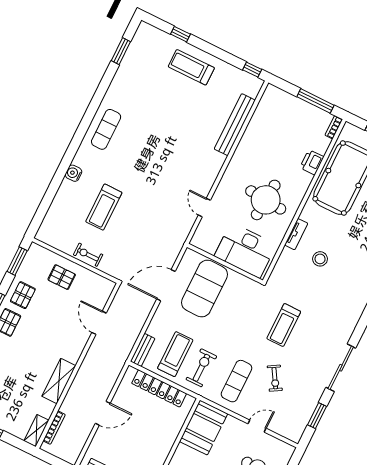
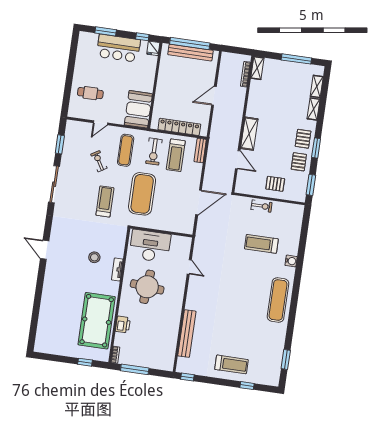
exercise mat: (106, 129) -> (278, 300), width x1.36, depth x1.45
treadmill: (104, 207) -> (261, 244), turned -90
exercise mat: (204, 289) -> (142, 194), moved
shelving: (59, 381) -> (249, 134), moved

